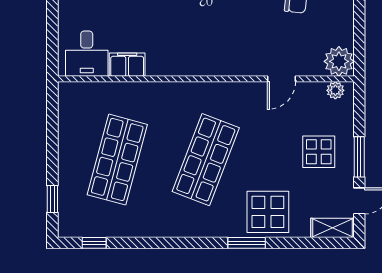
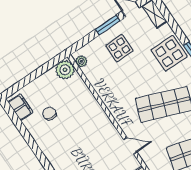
door: (281, 79) -> (130, 146), moved

